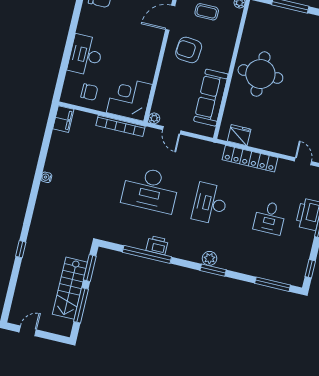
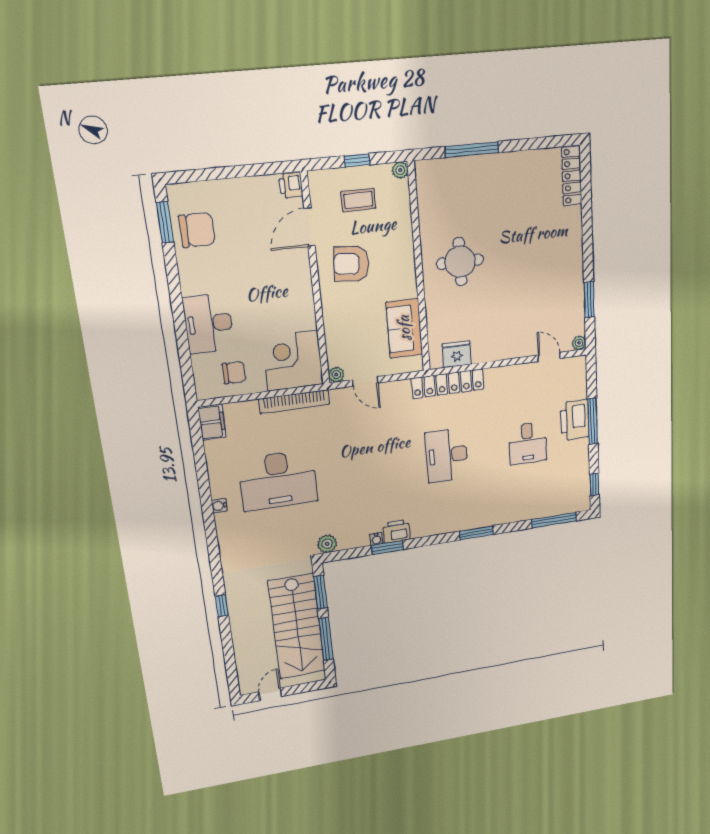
round table: (260, 74) -> (460, 262), width x0.73, depth x0.73
sofa: (211, 98) -> (404, 328), width x0.73
locker: (250, 159) -> (448, 384), moved
desk: (150, 190) -> (278, 480), moved
water cooler: (141, 245) -> (376, 539), added
window: (147, 254) -> (387, 547), width x0.47
plant: (209, 258) -> (327, 544), moved
stairs: (70, 288) -> (297, 626), width x1.36, depth x1.51

